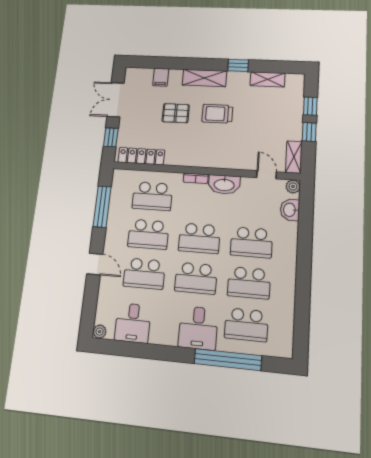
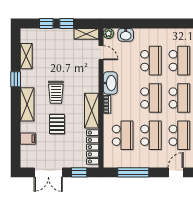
shelving: (189, 158) -> (92, 111), added
door: (267, 175) -> (101, 53), swing flipped

